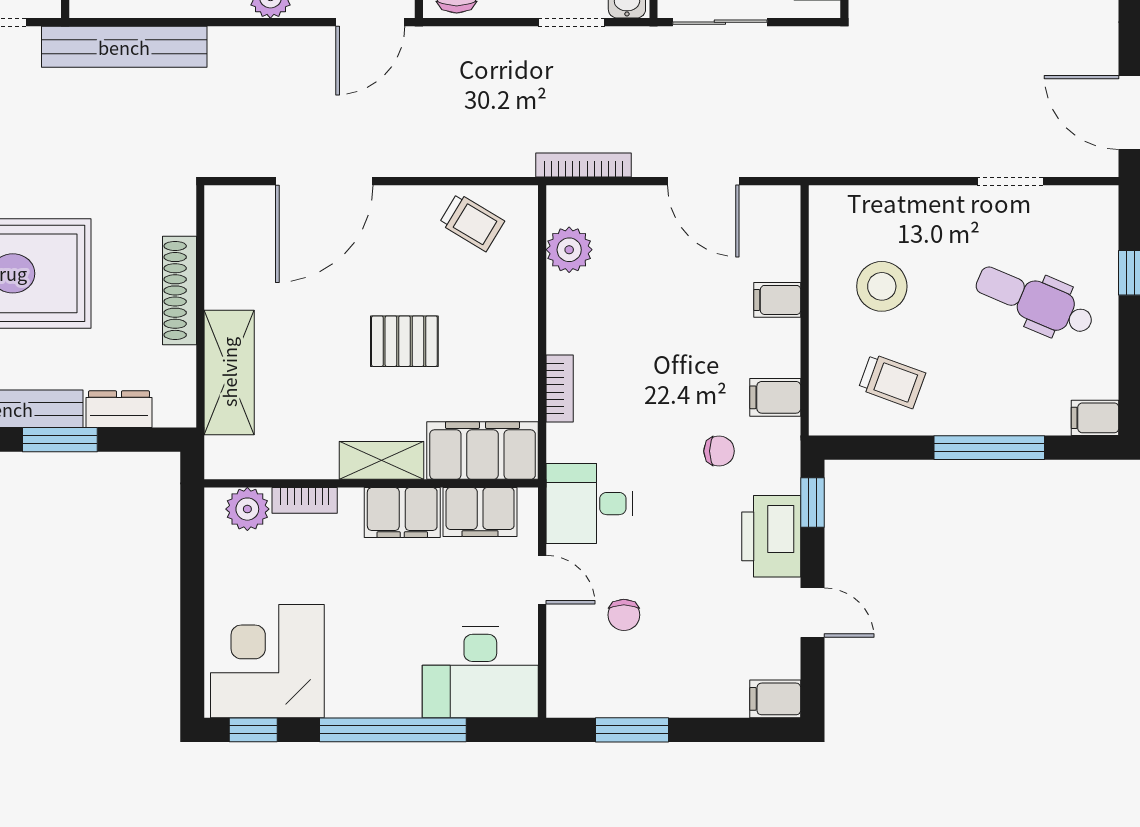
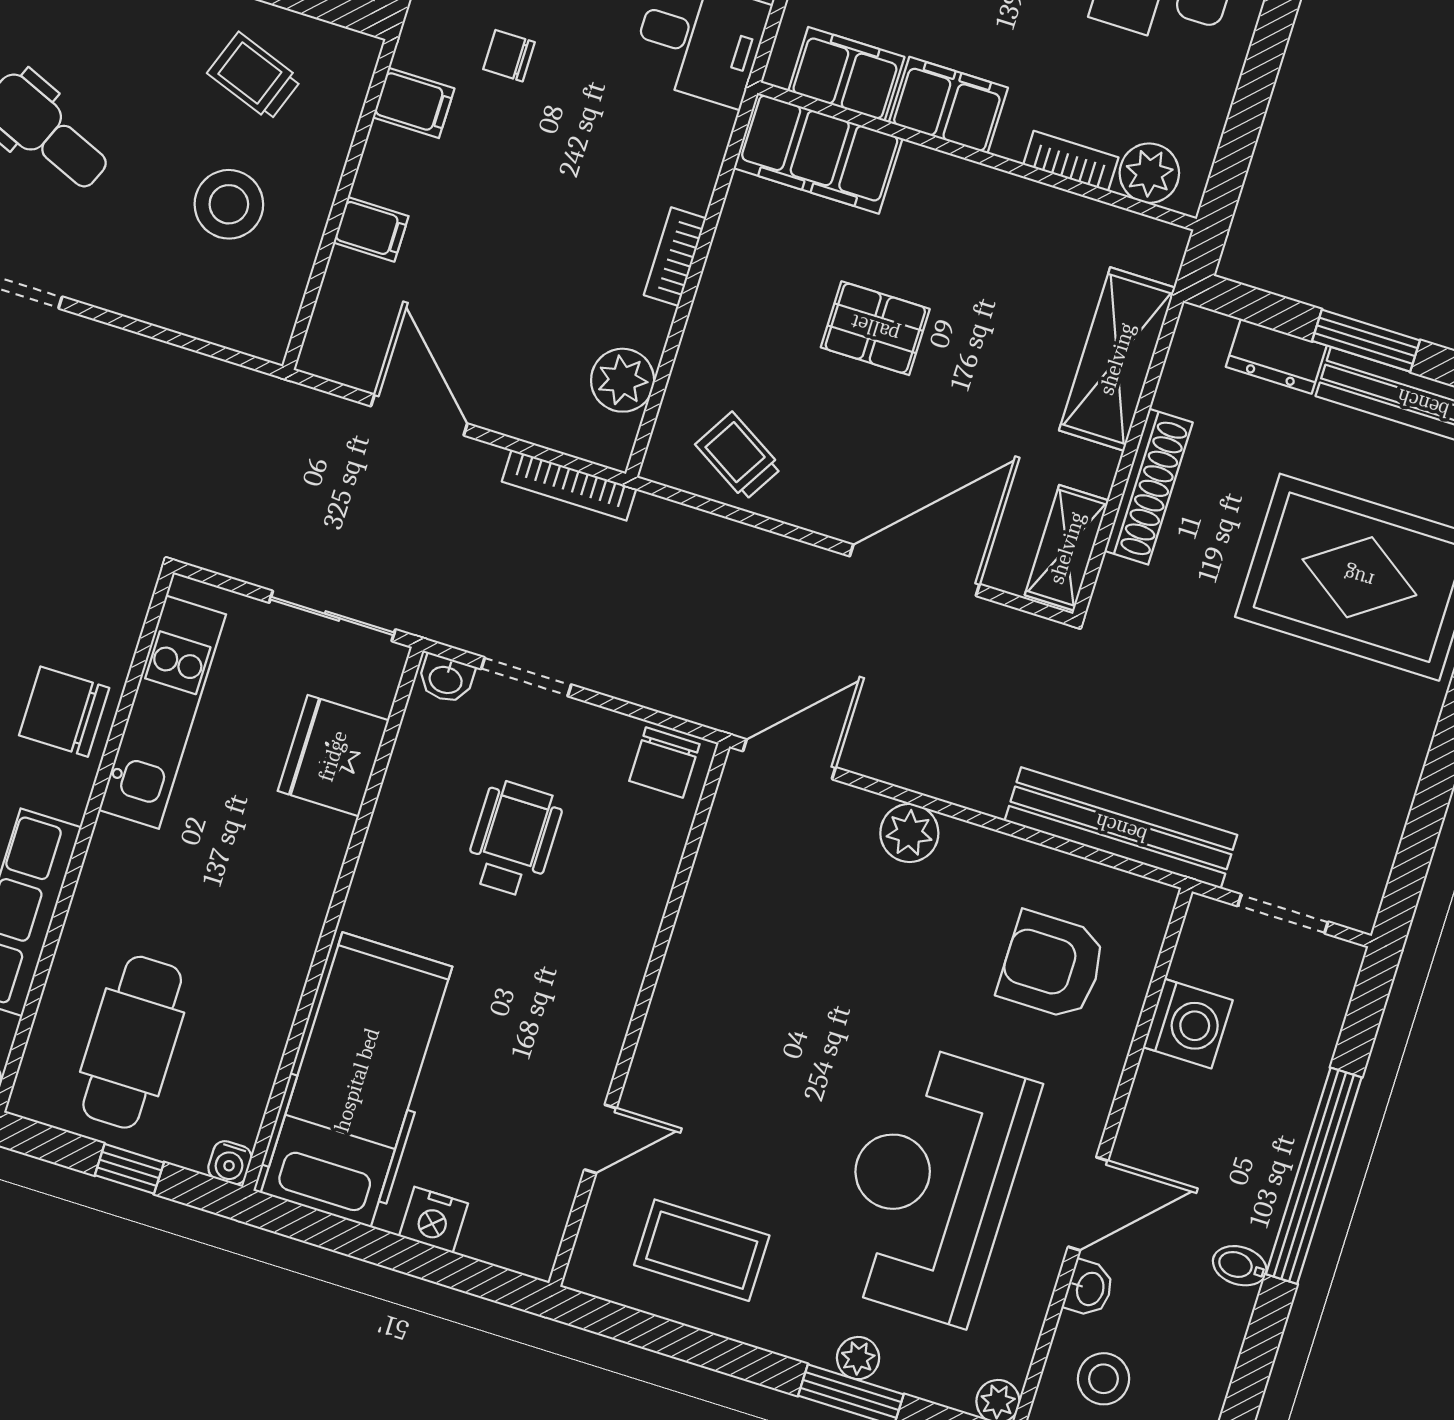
bookcase: (560, 389) -> (675, 257), moved
shelving: (381, 460) -> (1067, 548), moved, turned 90

